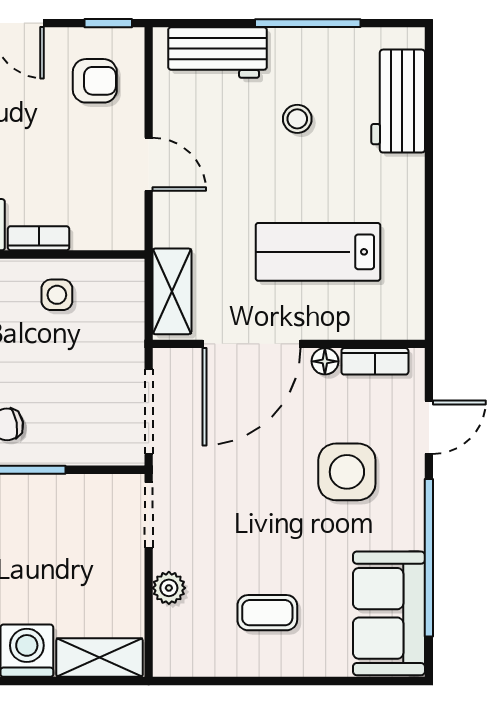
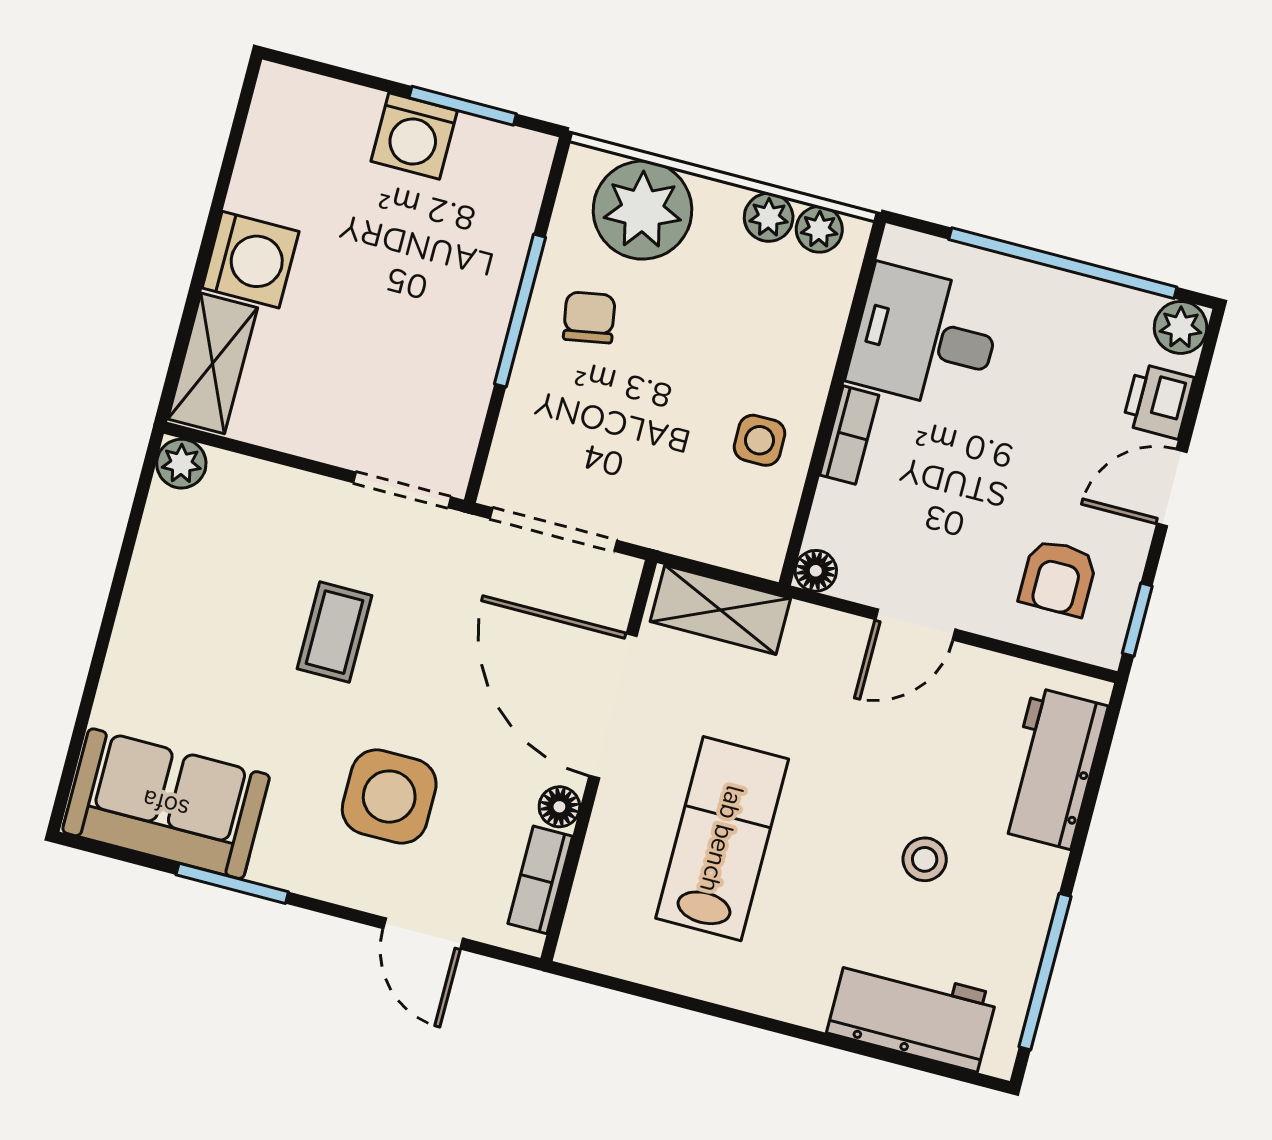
window: (308, 23) -> (1045, 972), moved
floor lamp: (131, 237) -> (816, 571), added
window: (429, 558) -> (232, 883), width x0.47
plant: (169, 588) -> (181, 464), moved
coffee table: (267, 613) -> (335, 632), moved

